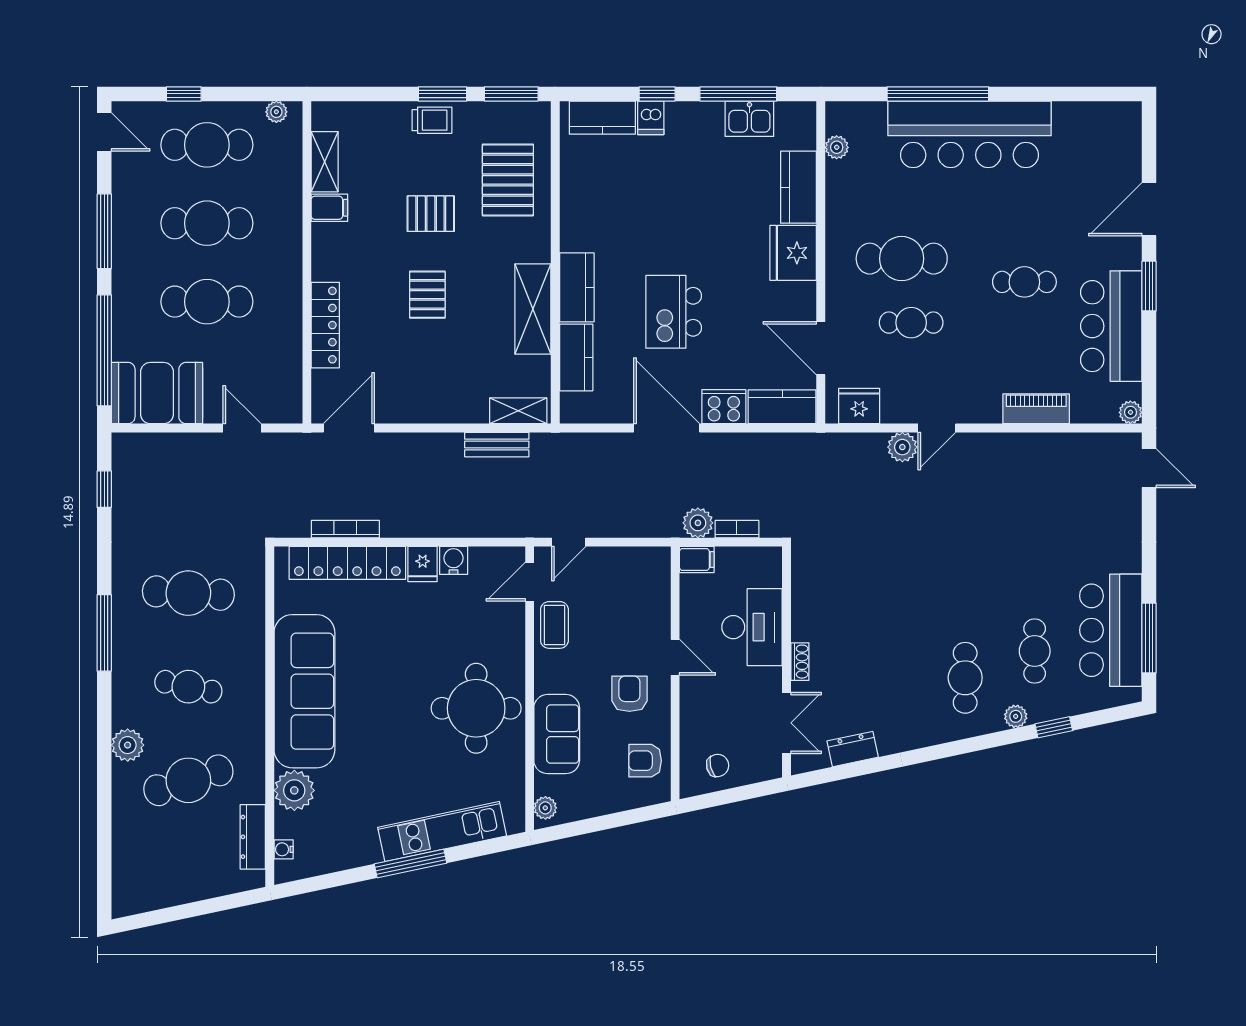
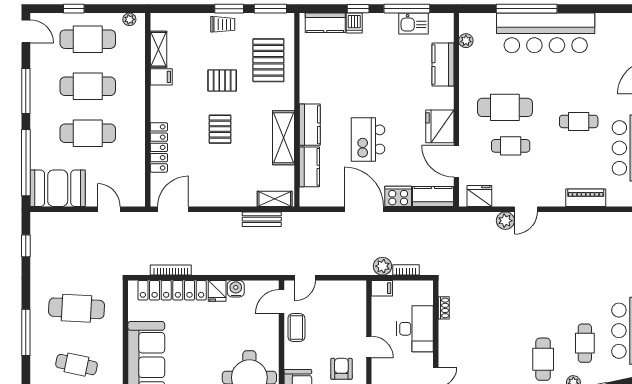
fridge: (793, 253) -> (440, 126), moved
shoe rack: (800, 662) -> (444, 308), moved

